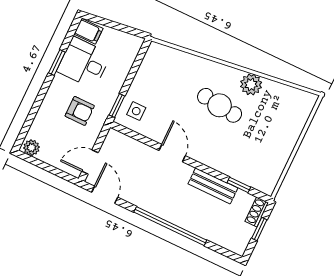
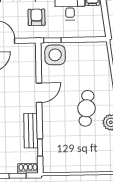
armchair: (80, 111) -> (36, 17), turned 180
side table: (136, 111) -> (55, 55), width x1.87, depth x1.87

